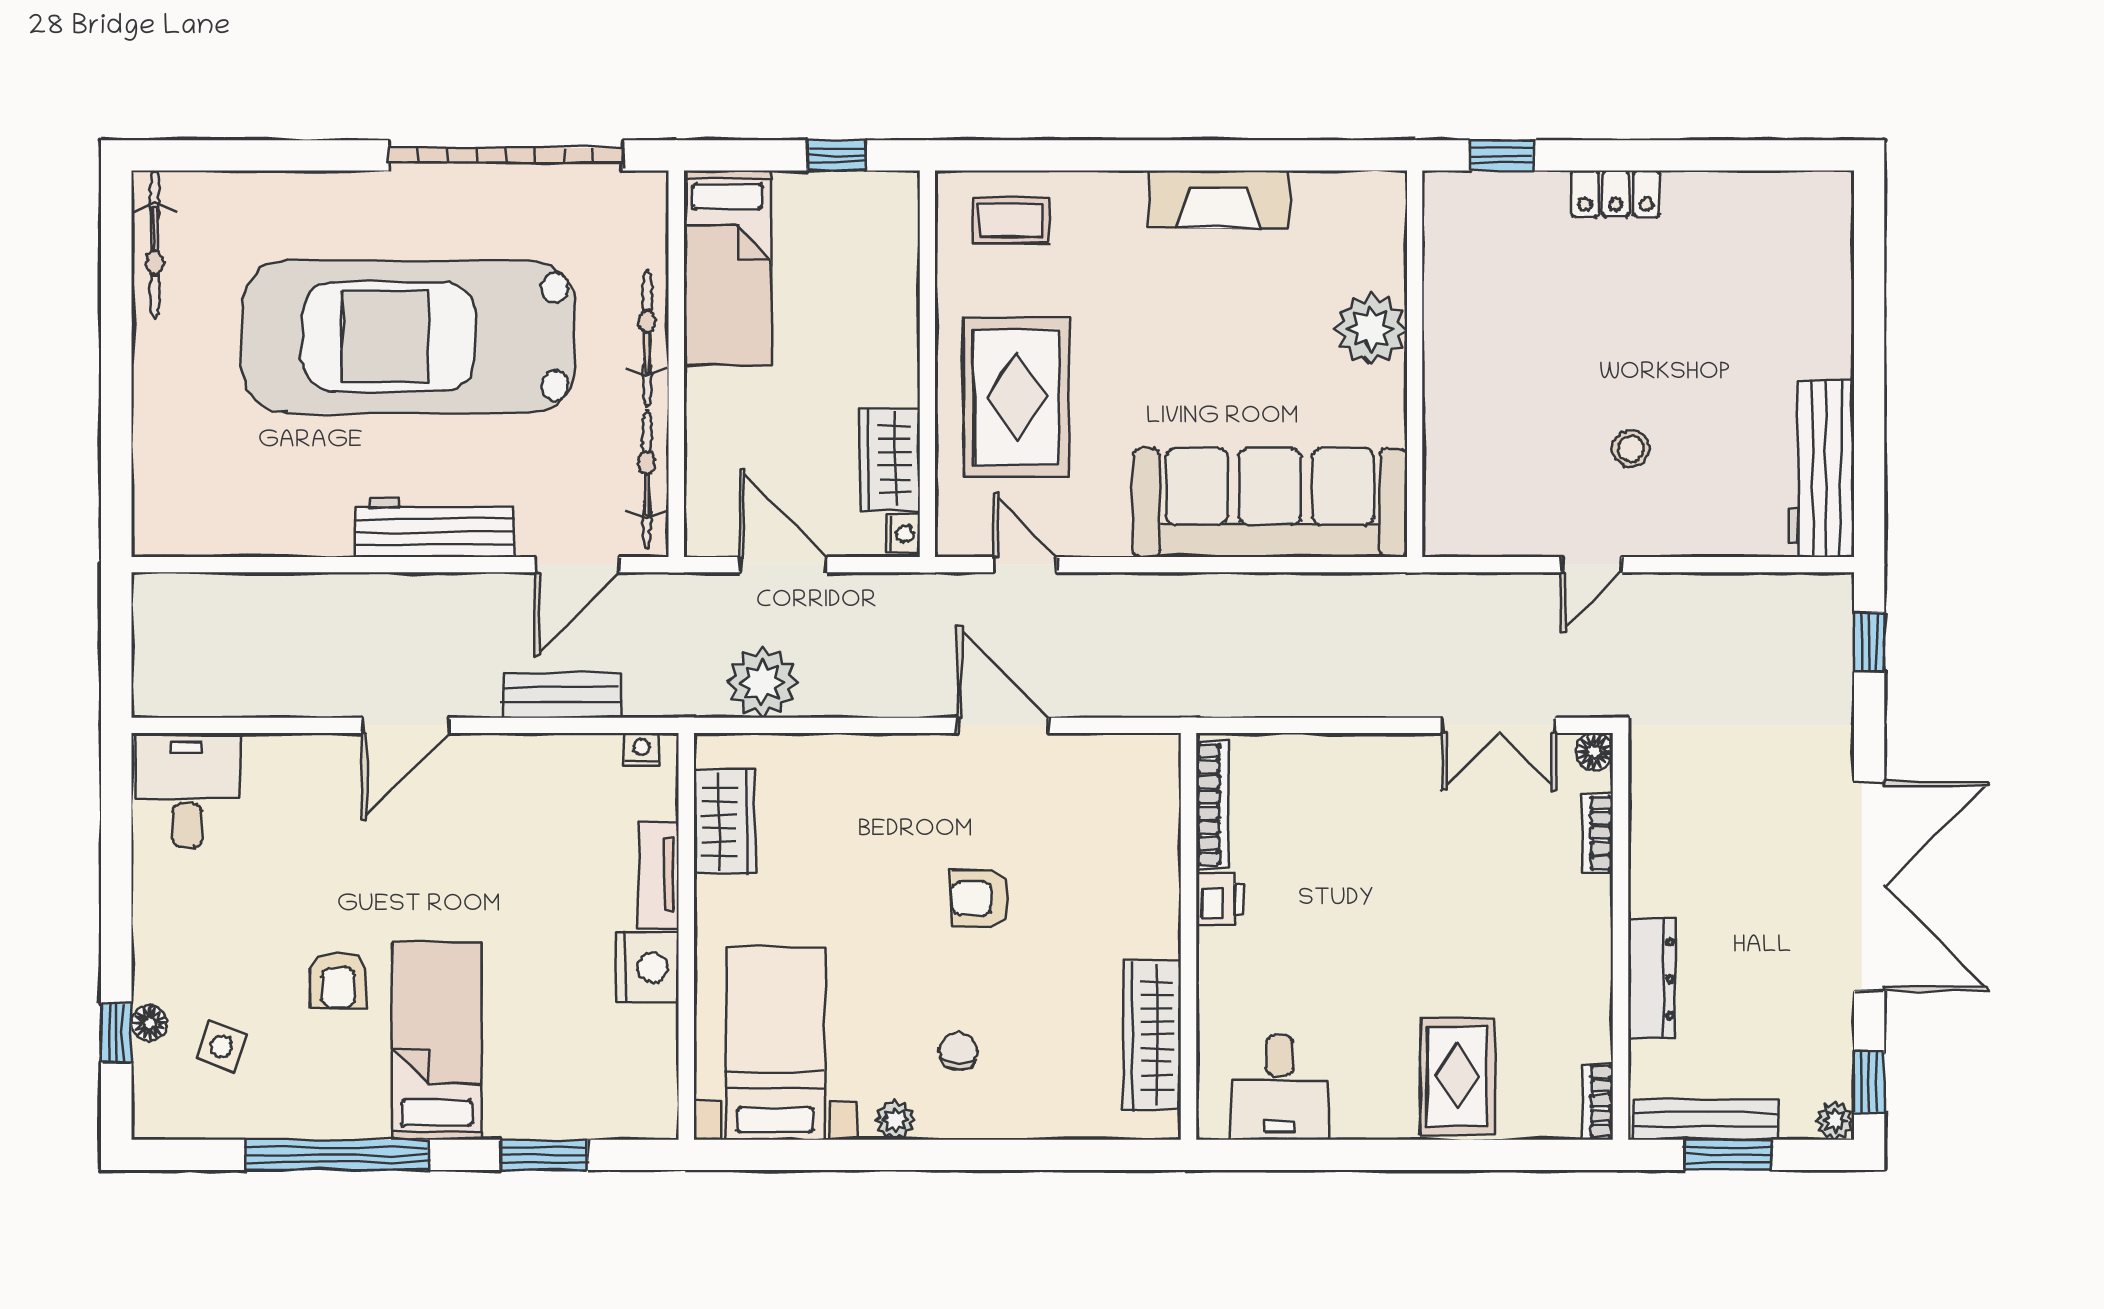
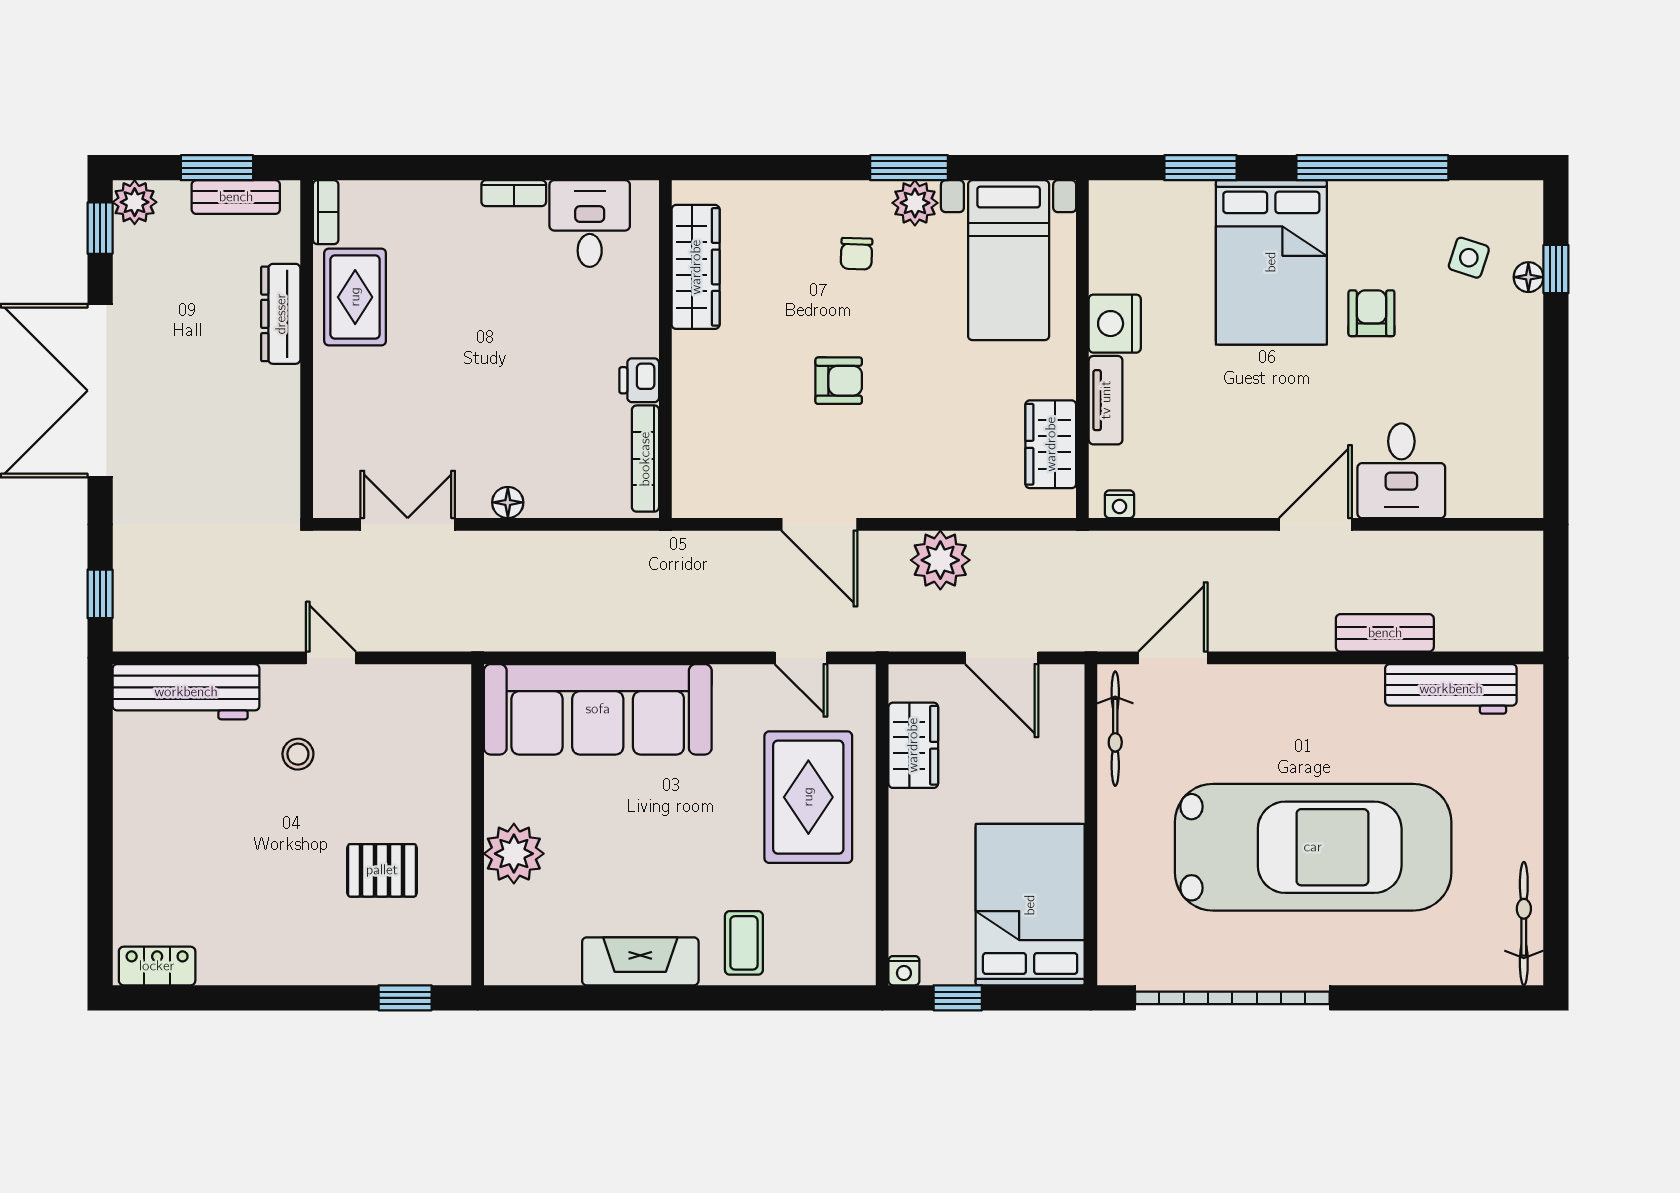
locker: (1616, 194) -> (157, 966), moved
coffee table: (1011, 220) -> (744, 943), moved, turned 90
bed: (727, 268) -> (1030, 905), width x1.50
pallet: (1530, 309) -> (382, 870), added
bicycle: (647, 338) -> (1115, 846), removed
workbench: (1821, 469) -> (186, 692), moved, turned 90
workbench: (435, 527) -> (1451, 689), moved
nightstand: (902, 534) -> (904, 971), moved, turned -90
door: (1591, 565) -> (331, 658), hinge flipped
plant: (762, 682) -> (940, 560), moved
bench: (562, 695) -> (1385, 633), moved
floor lamp: (1594, 752) -> (508, 502), moved
desk: (187, 790) -> (1401, 471), moved
bookcase: (1597, 833) -> (514, 193), moved, turned 90
bed: (437, 1041) -> (1271, 262), width x1.50
rug: (1457, 1076) -> (355, 297), moved
bench: (1706, 1119) -> (236, 197), width x0.73
plant: (895, 1120) -> (915, 203), width x1.38, depth x1.38
plant: (1835, 1121) -> (135, 202), width x1.38, depth x1.38
window: (895, 1155) -> (909, 168), added

